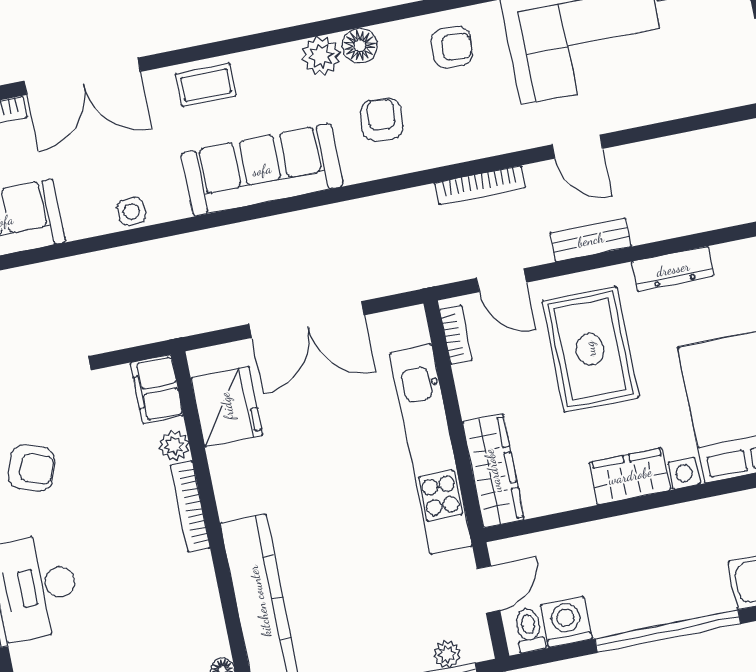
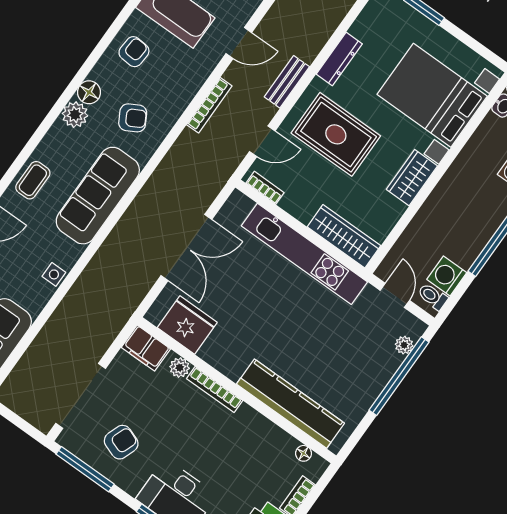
armchair: (382, 120) -> (133, 118), turned 147

